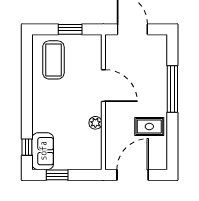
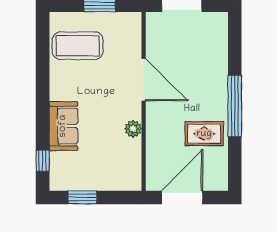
coffee table: (53, 60) -> (78, 46), turned 90
window: (172, 89) -> (235, 106), moved
sofa: (43, 151) -> (63, 126), moved

